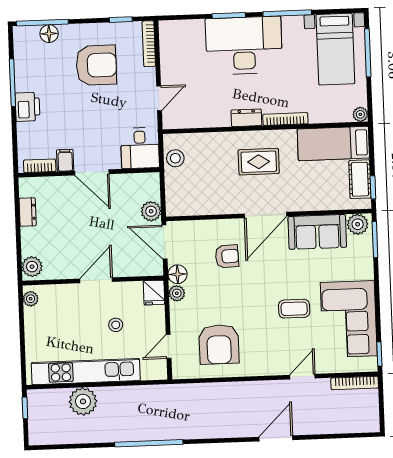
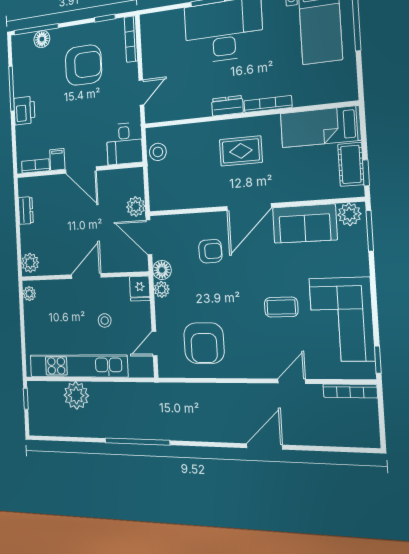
plant: (360, 114) -> (350, 93), removed

